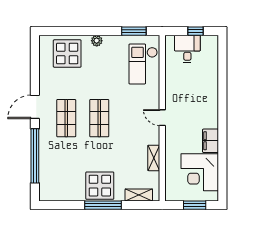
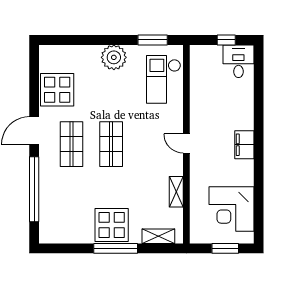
plant: (97, 41) -> (114, 57), width x1.87, depth x1.87
desk: (187, 49) -> (238, 61), moved
display table: (67, 54) -> (57, 90), moved
filing cabinet: (211, 141) -> (244, 145), moved

